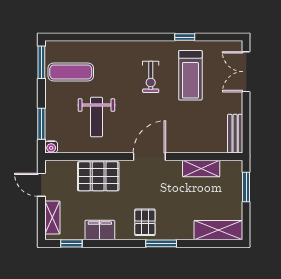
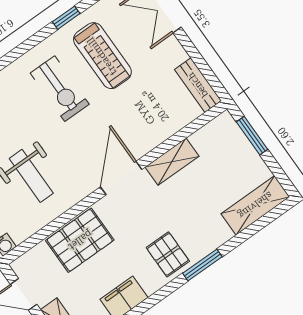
exercise bike: (151, 77) -> (60, 89), width x1.38, depth x1.39
shelving: (201, 168) -> (172, 162), moved

